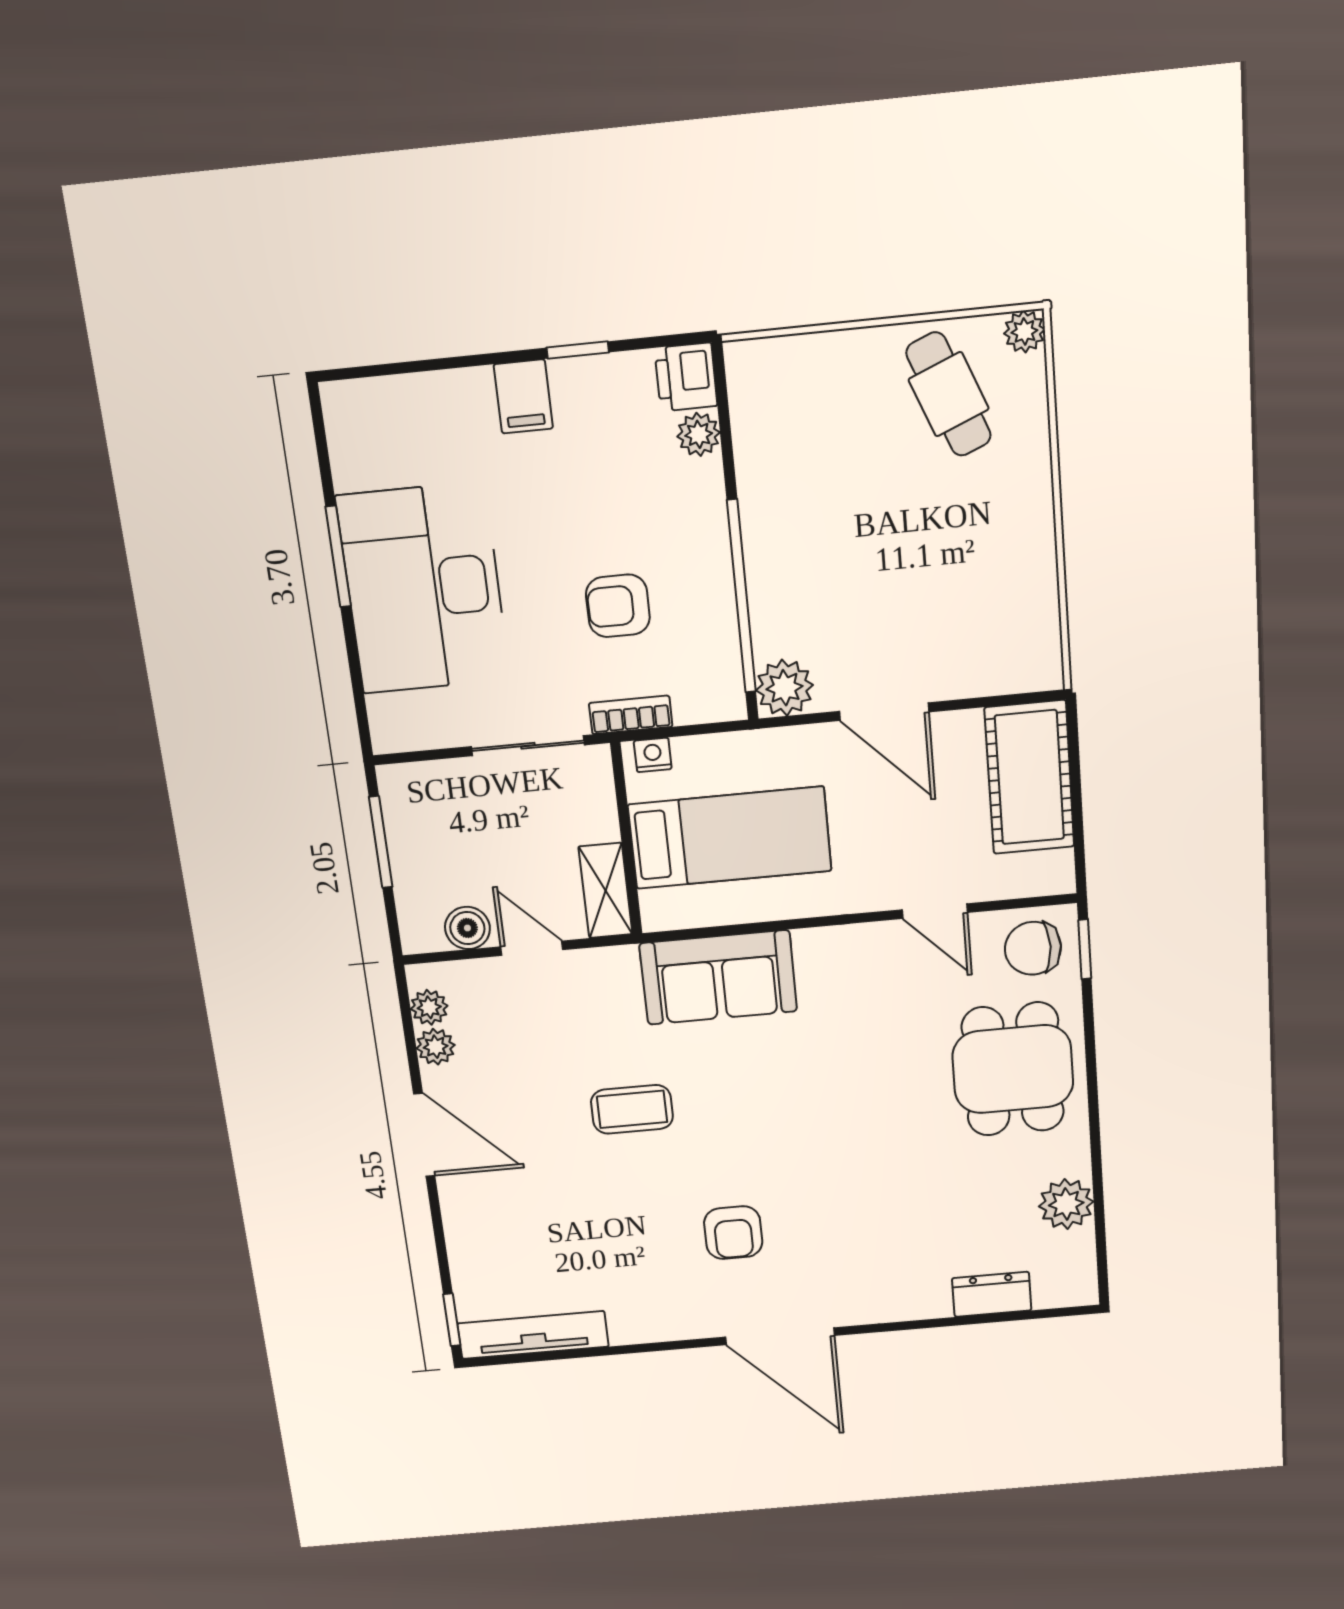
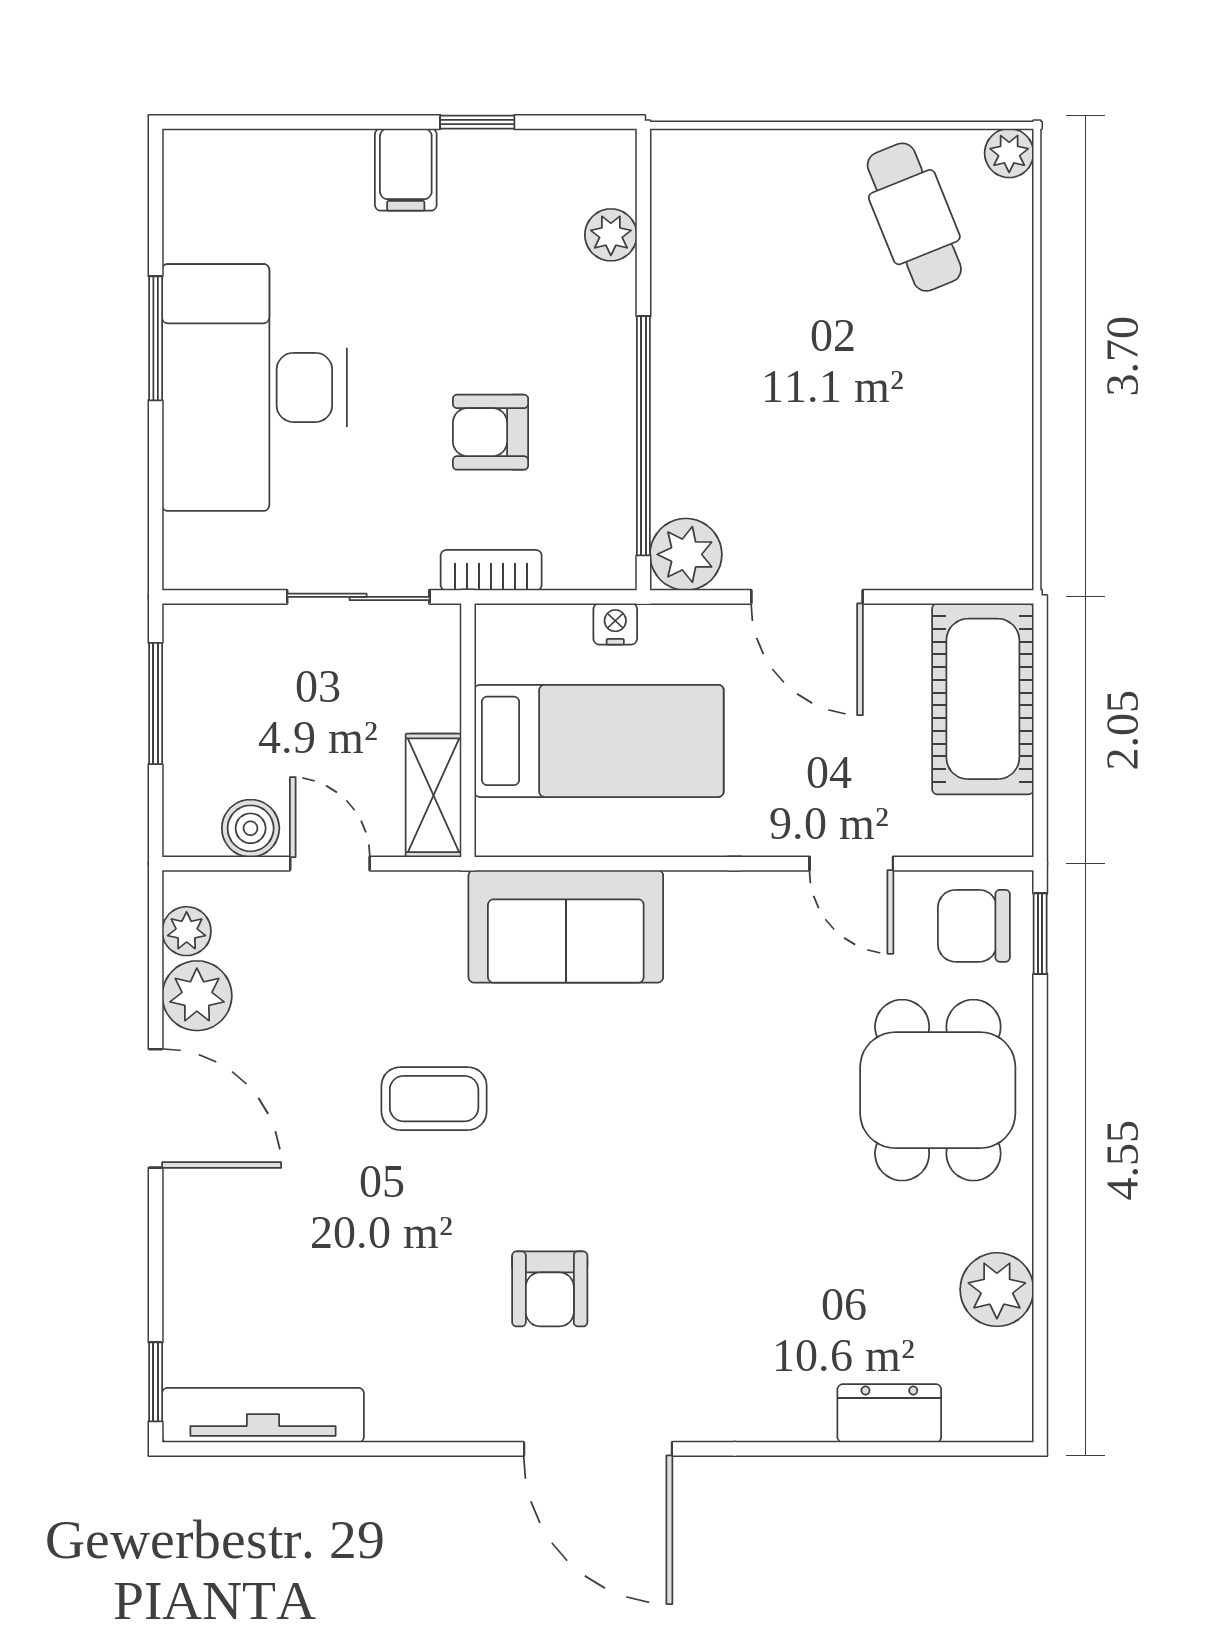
printer: (686, 377) -> (603, 166), removed
nightstand: (653, 755) -> (615, 624), moved
plant: (436, 1047) -> (197, 996), width x1.38, depth x1.38

